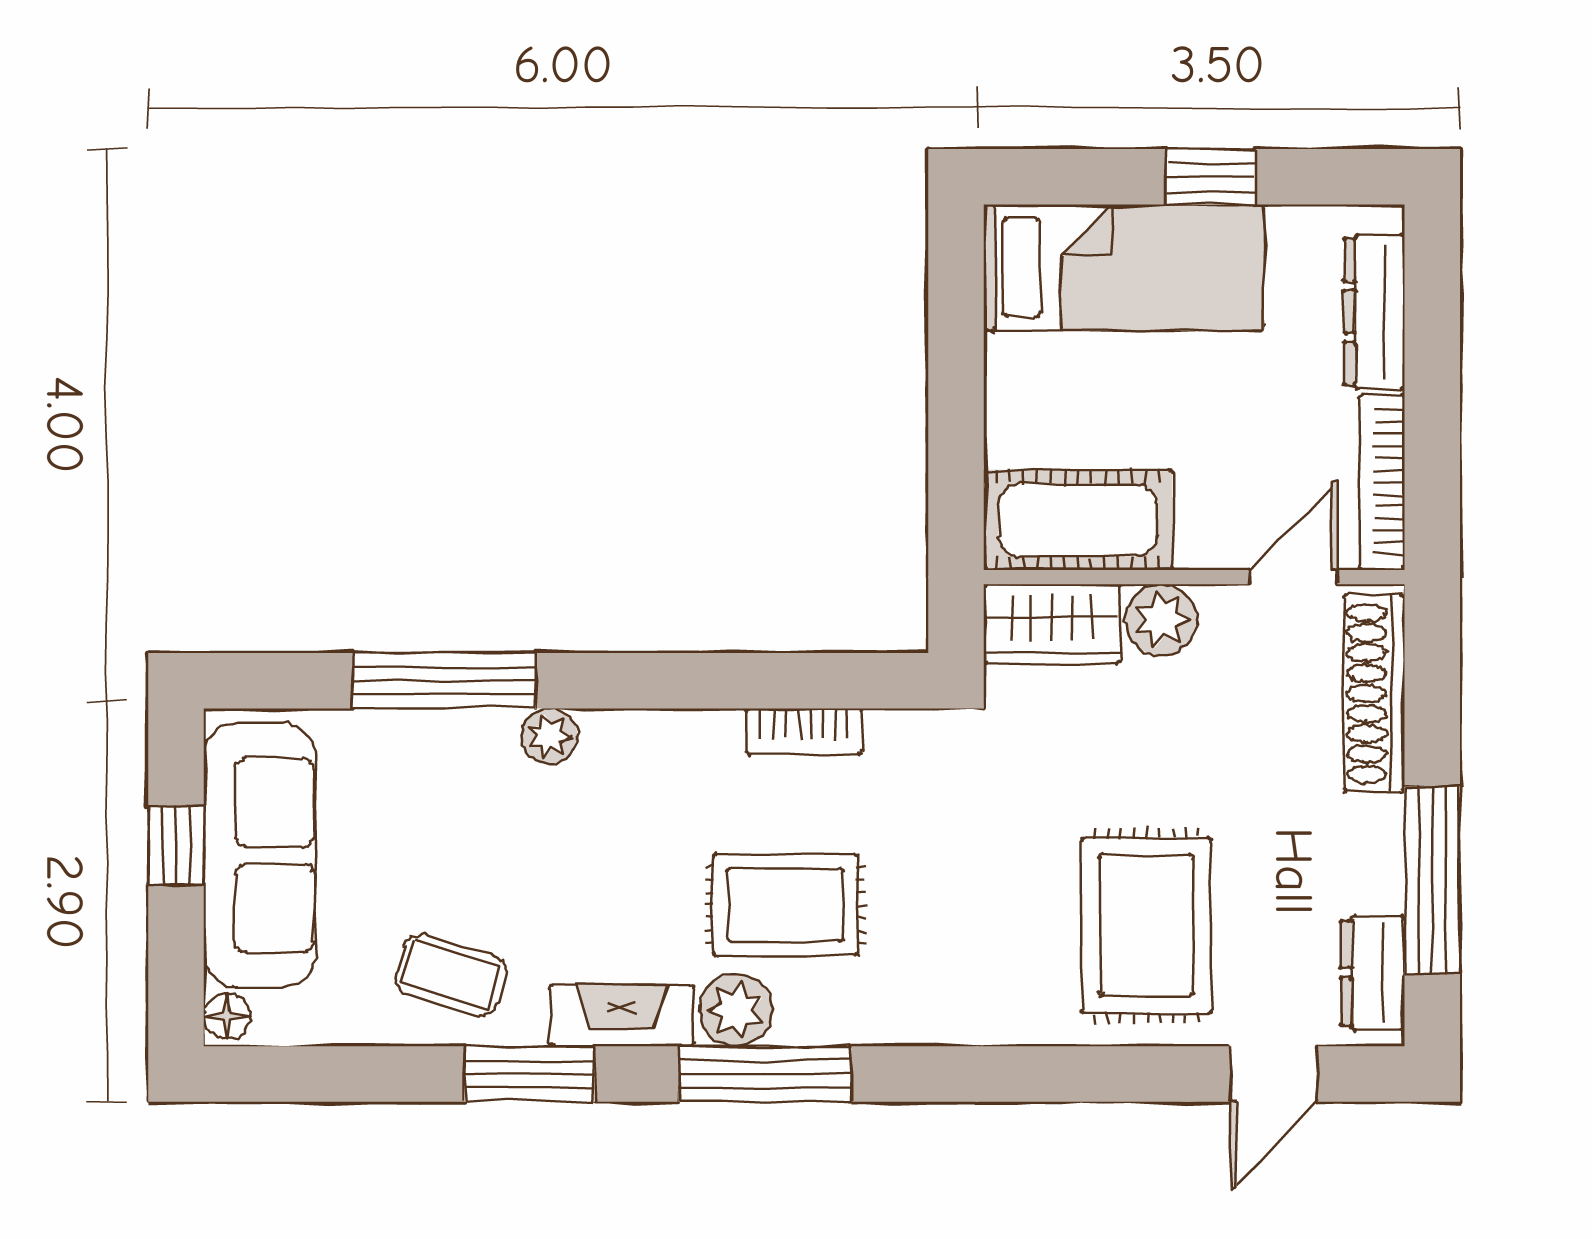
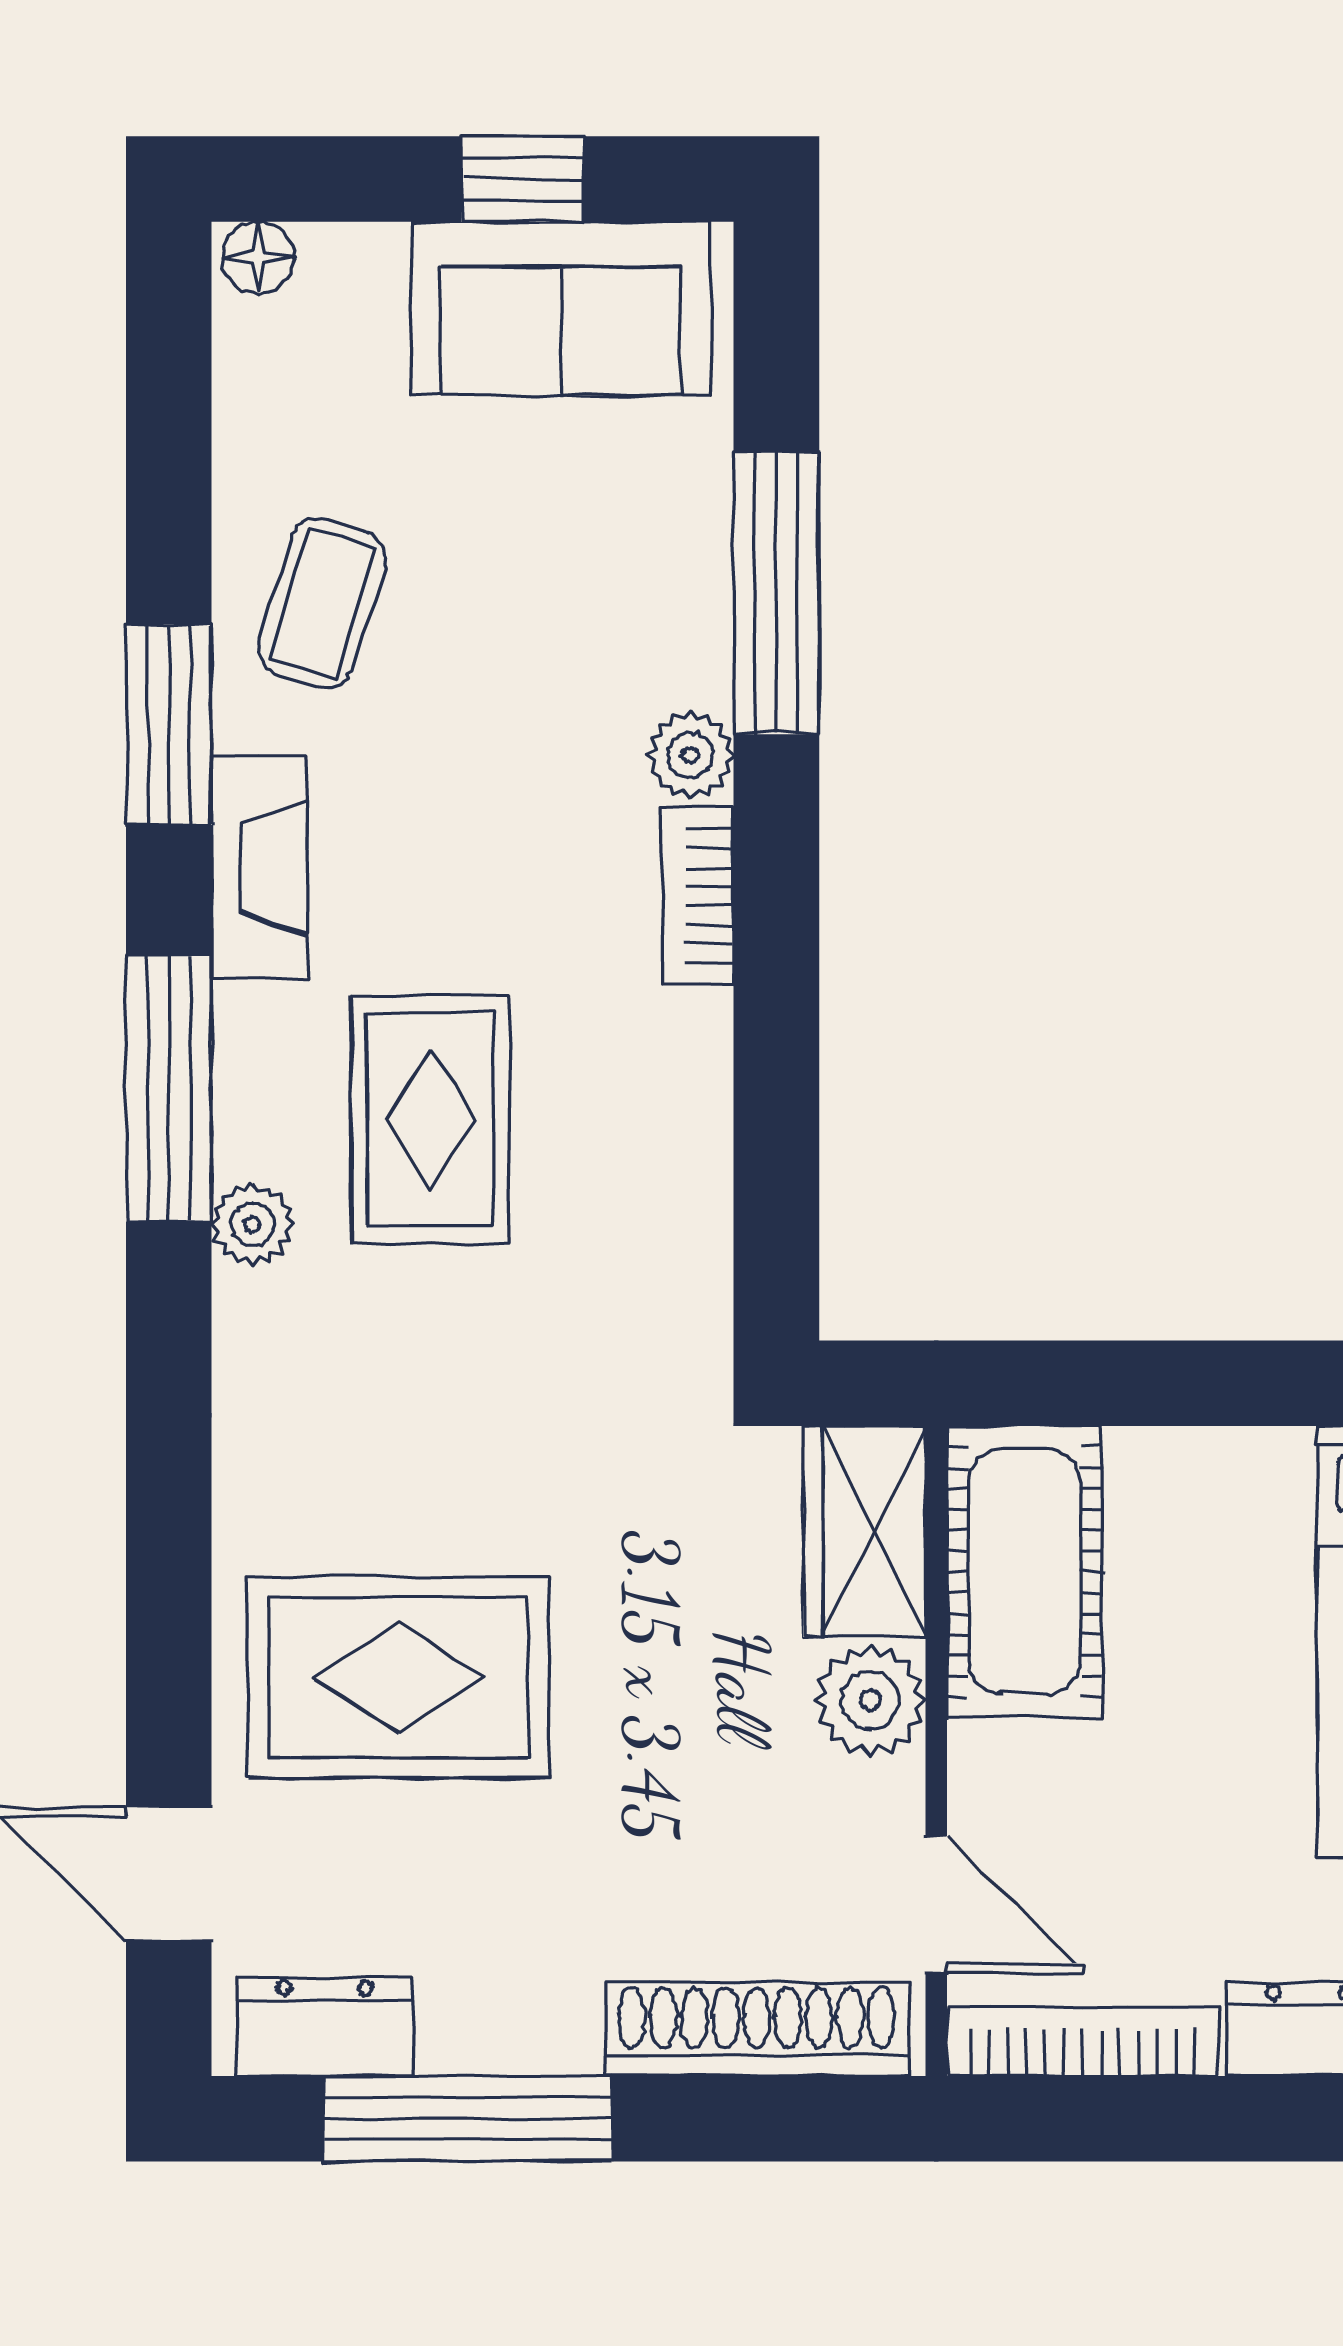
bookcase: (804, 731) -> (698, 896), moved
sofa: (260, 855) -> (561, 308), width x0.73
plant: (736, 1010) -> (252, 1224), moved, width x0.73, depth x0.73

